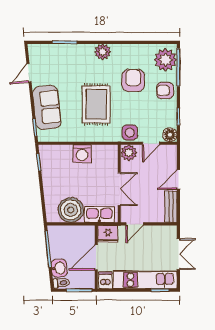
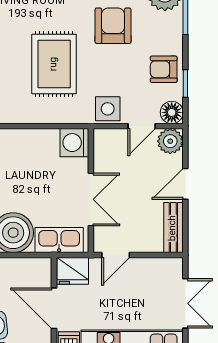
armchair: (165, 90) -> (164, 69), moved
plant: (129, 153) -> (170, 141), moved
washing machine: (82, 154) -> (74, 143), moved, turned 90
door: (96, 257) -> (54, 308), hinge flipped

